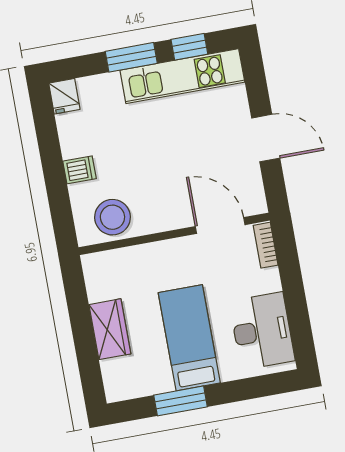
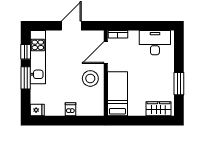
stool: (112, 217) -> (90, 78), moved
wardrobe: (110, 329) -> (159, 109), moved
bed: (189, 338) -> (117, 94), moved, turned 90

